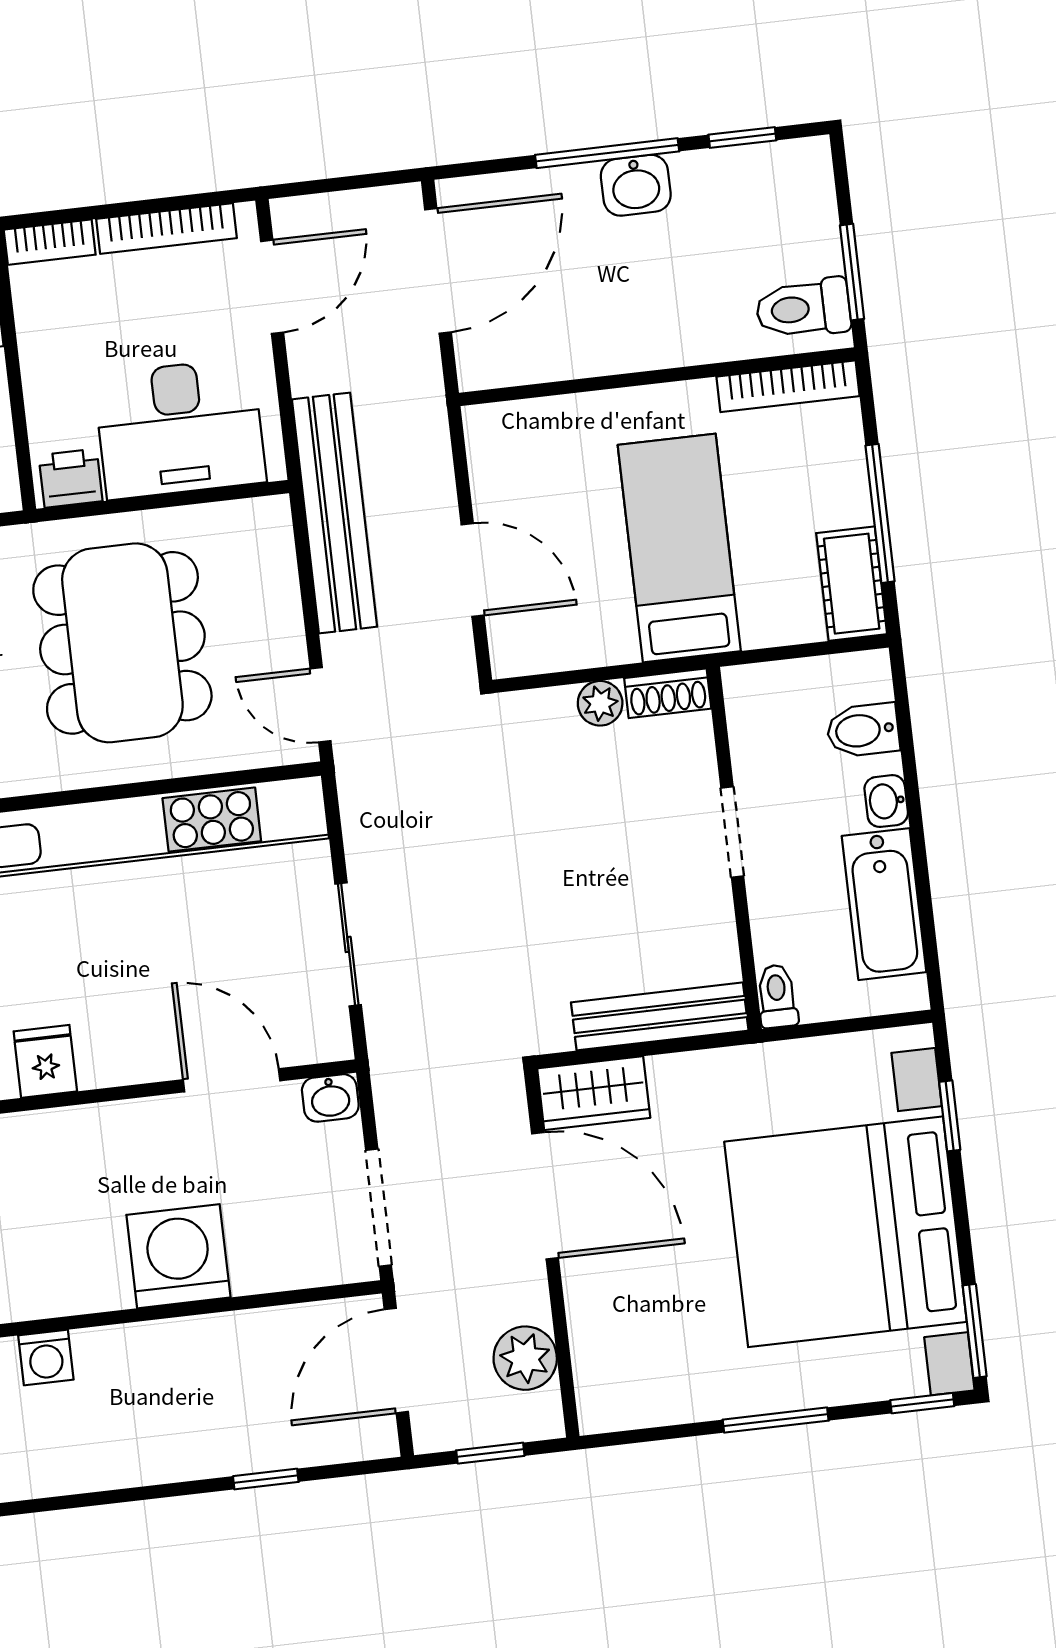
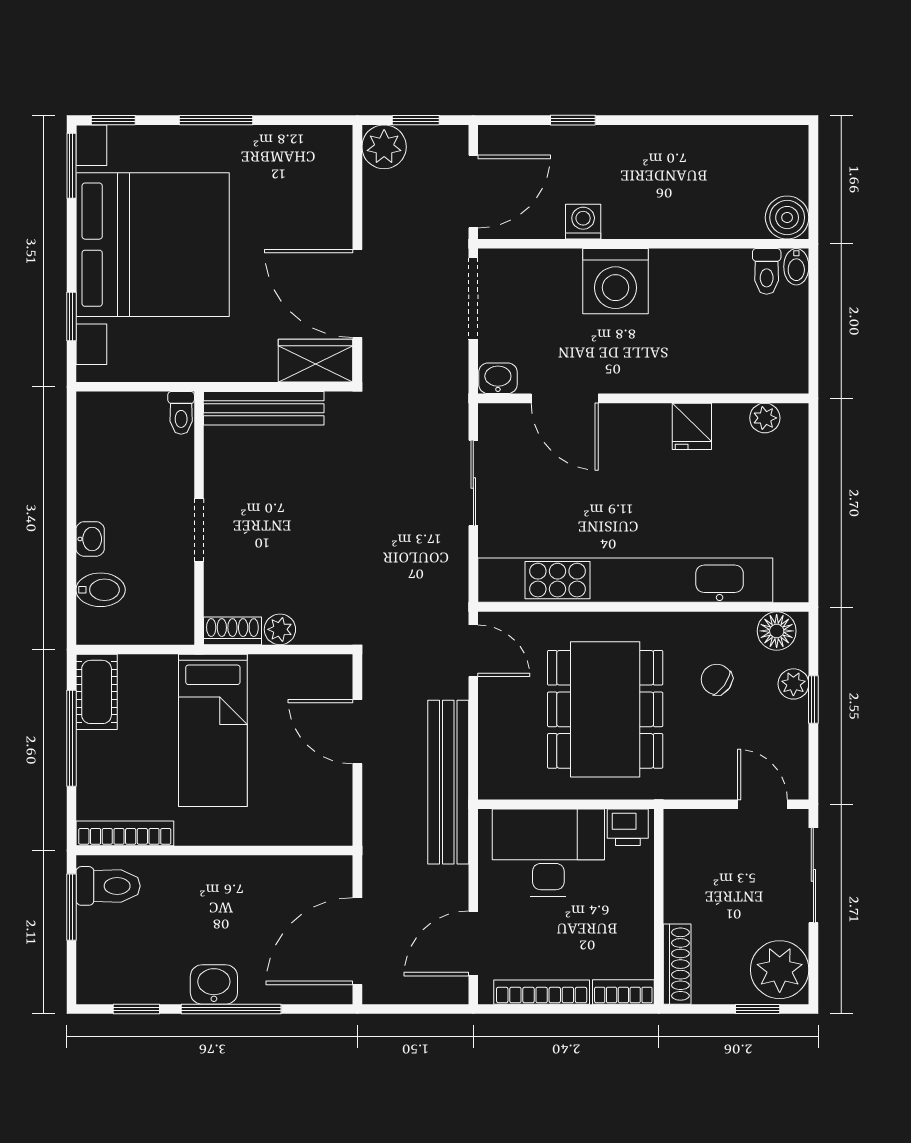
bathtub: (884, 904) -> (100, 468), removed
washing machine: (46, 1358) -> (583, 222), moved
plant: (525, 1358) -> (384, 147), moved

